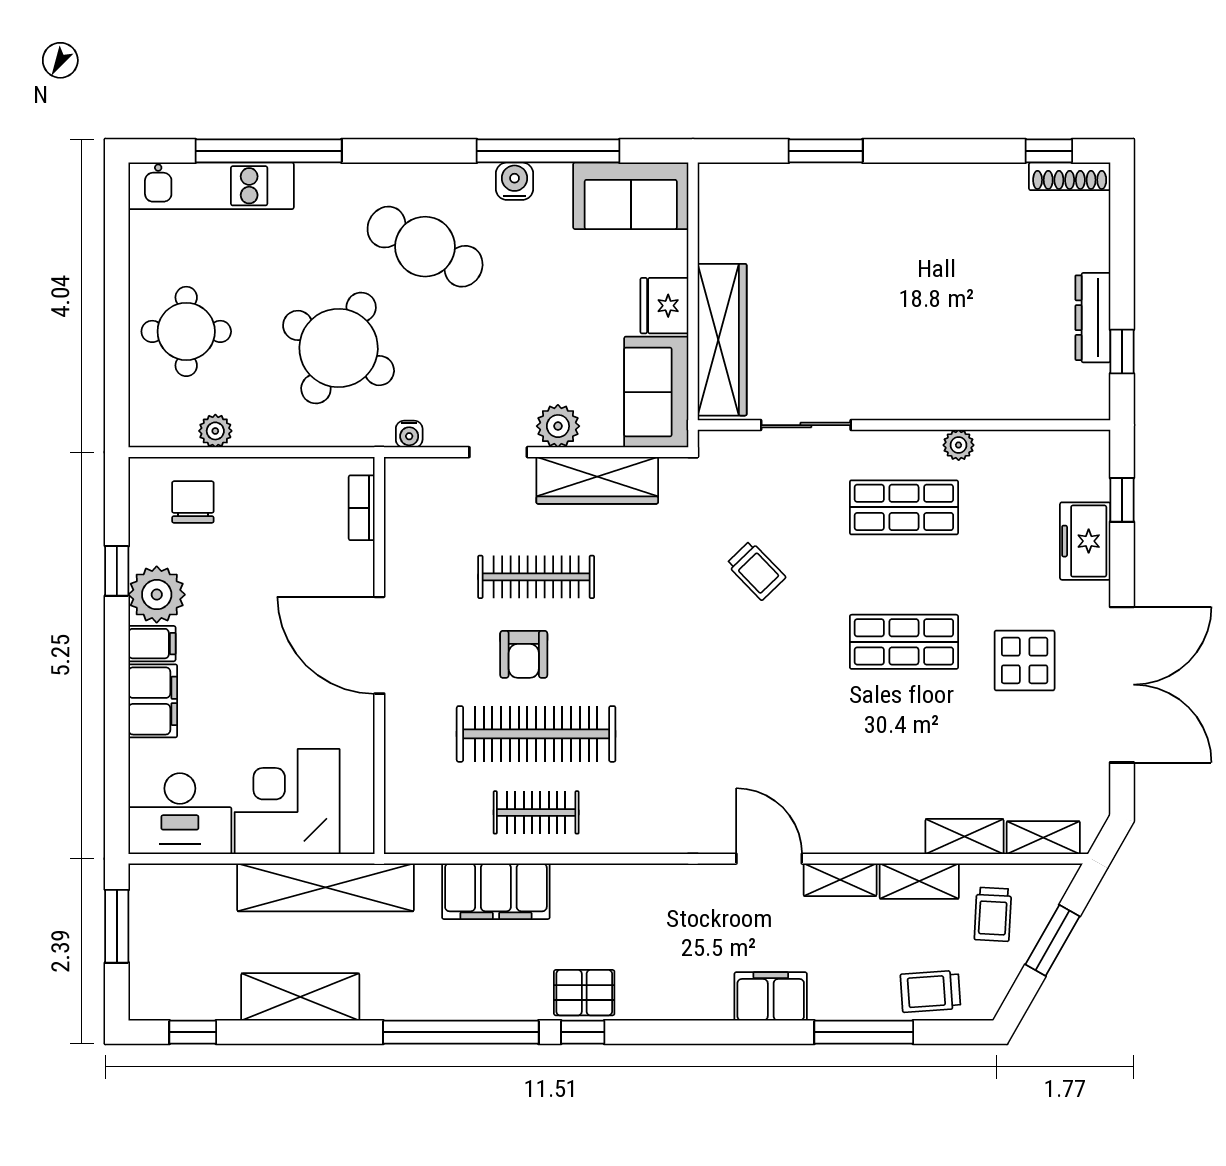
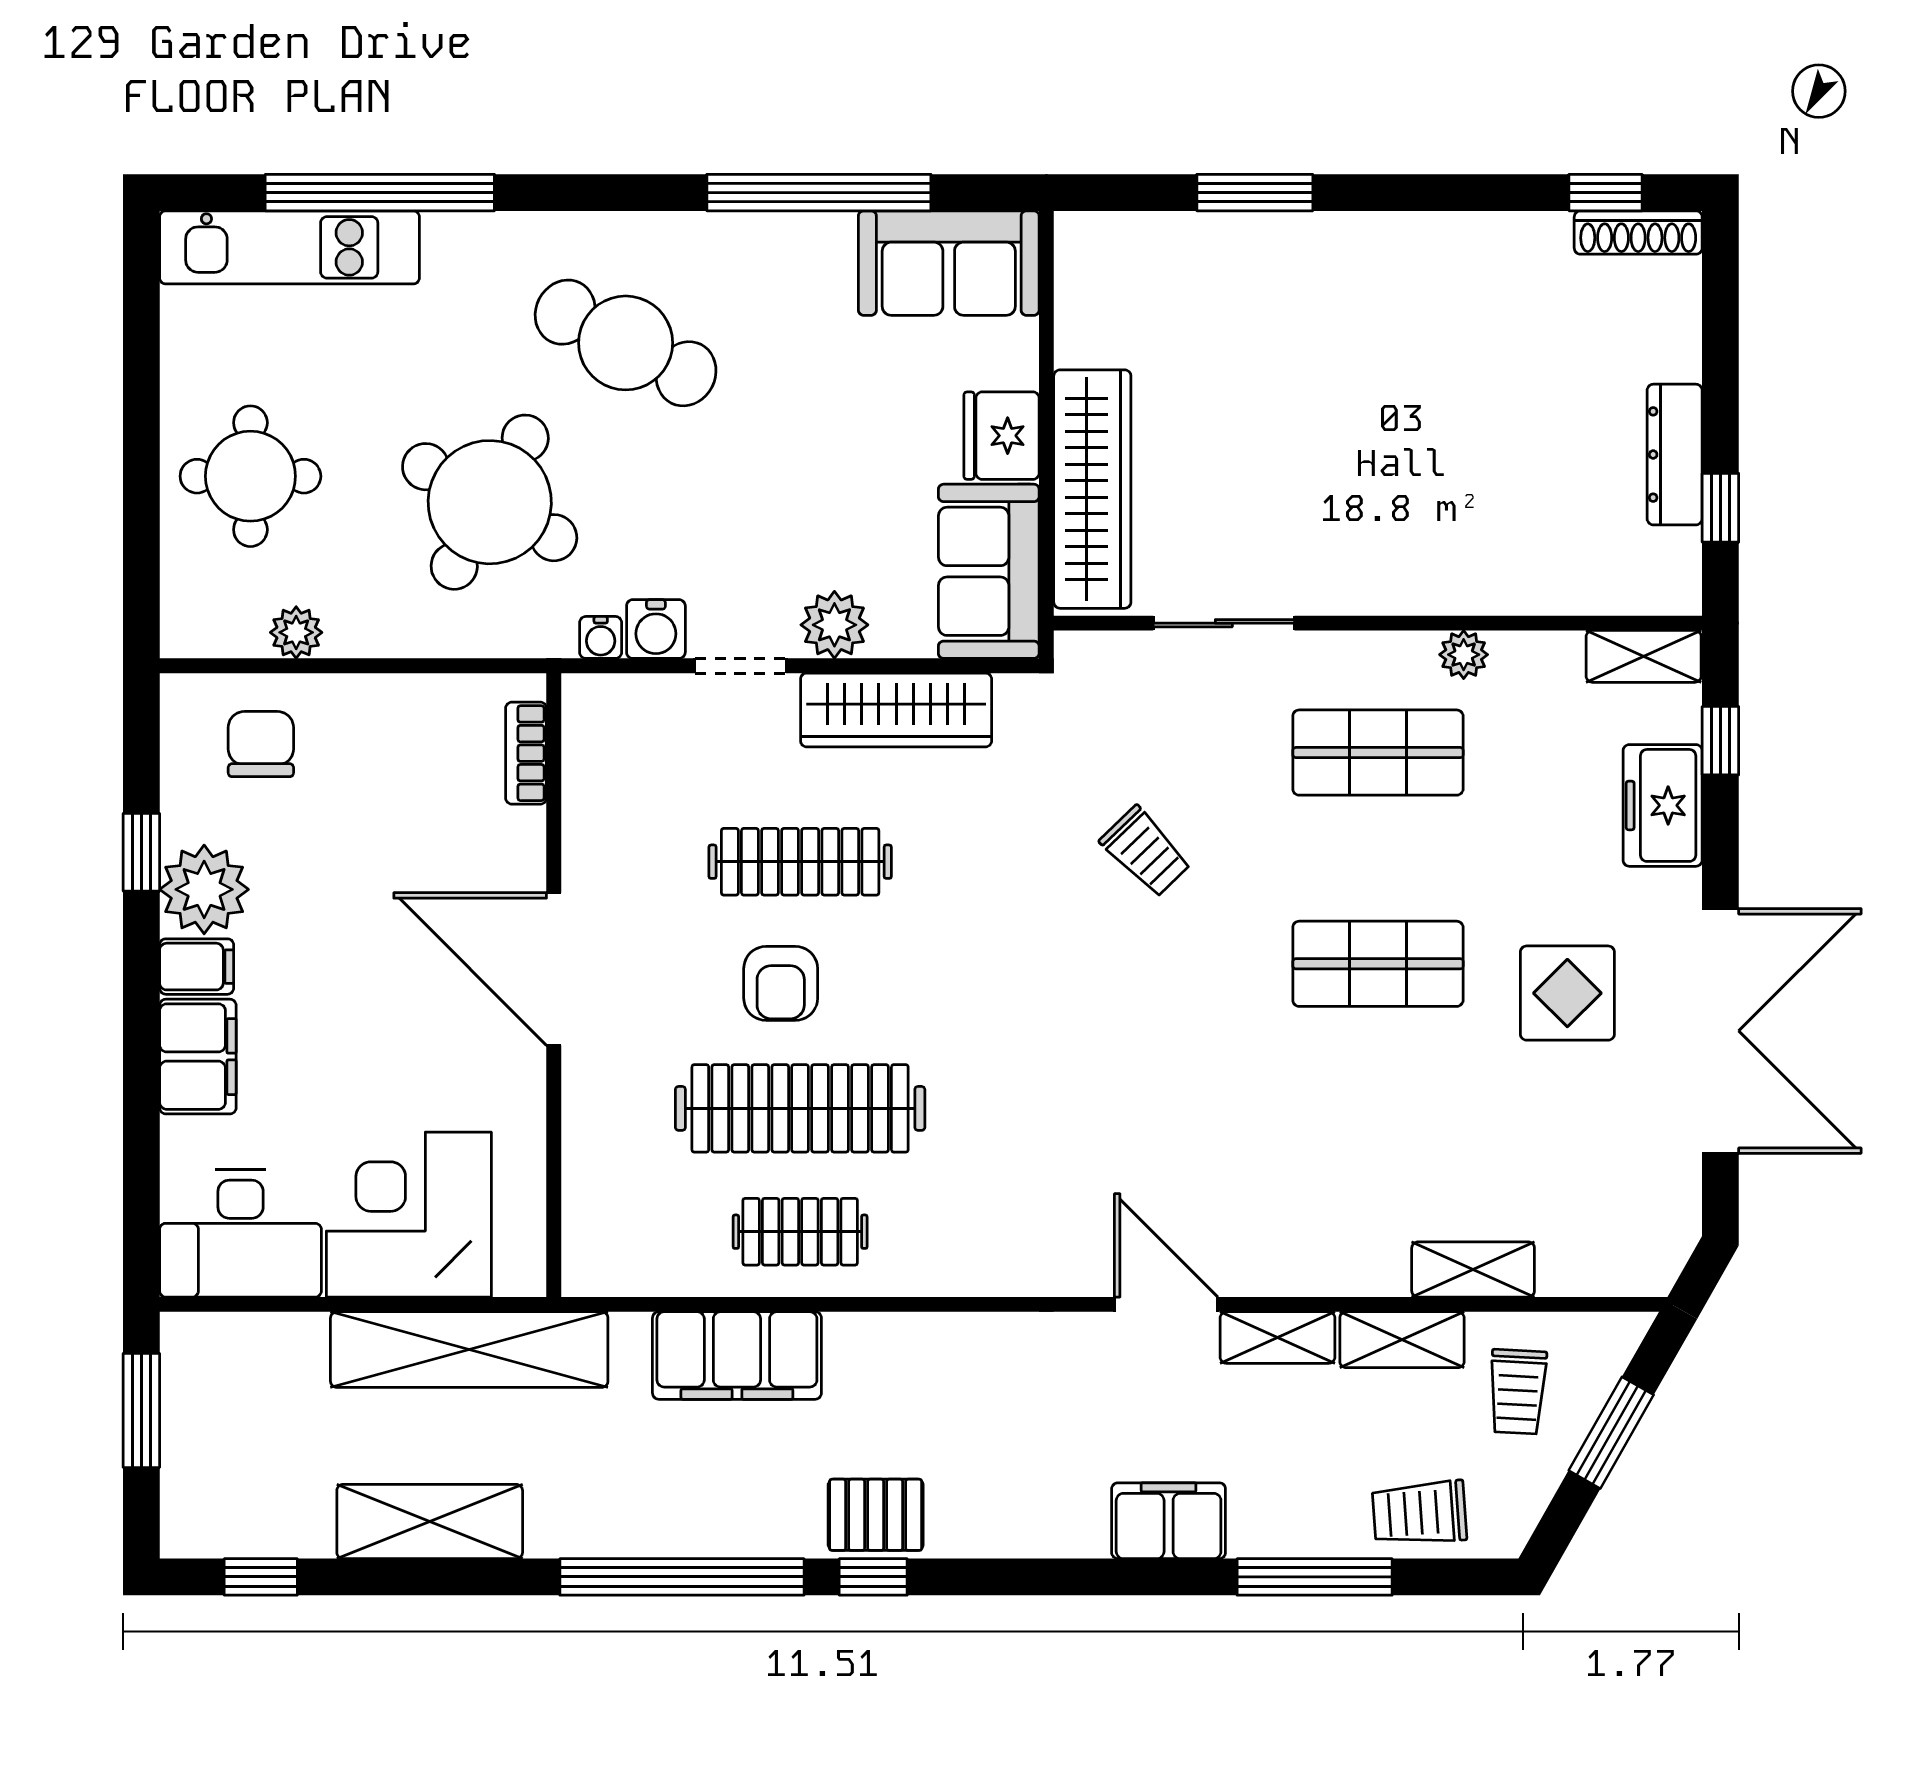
water cooler: (515, 181) -> (656, 629), moved, turned 180
shelving: (1043, 838) -> (1644, 656), moved

